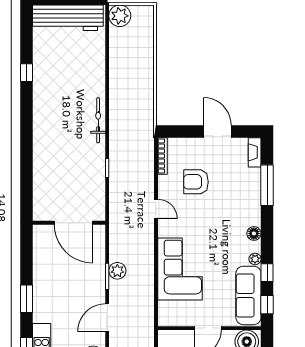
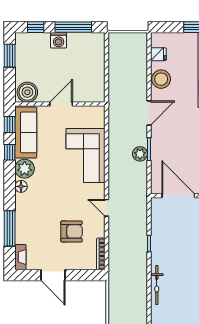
plant: (255, 259) -> (25, 169), width x1.87, depth x1.87

